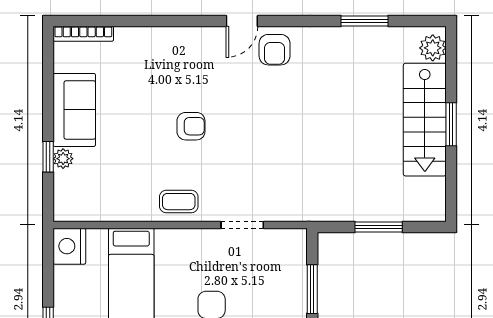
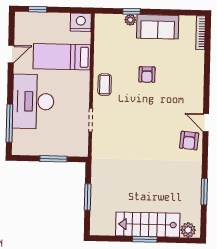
armchair: (275, 50) -> (189, 141), turned -85
armchair: (191, 126) -> (147, 74), moved

